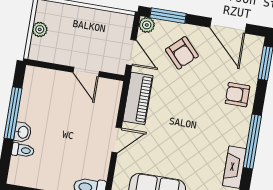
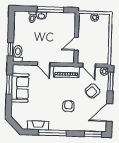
door: (131, 52) -> (89, 65), hinge flipped
armchair: (237, 95) -> (68, 106), moved

